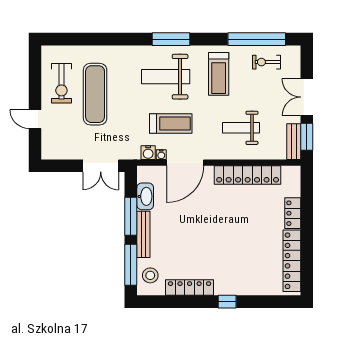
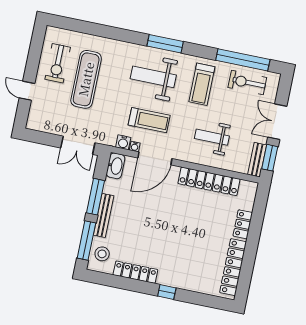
exercise bike: (266, 62) -> (247, 82), width x1.38, depth x1.39
washbasin: (145, 196) -> (116, 166), moved

